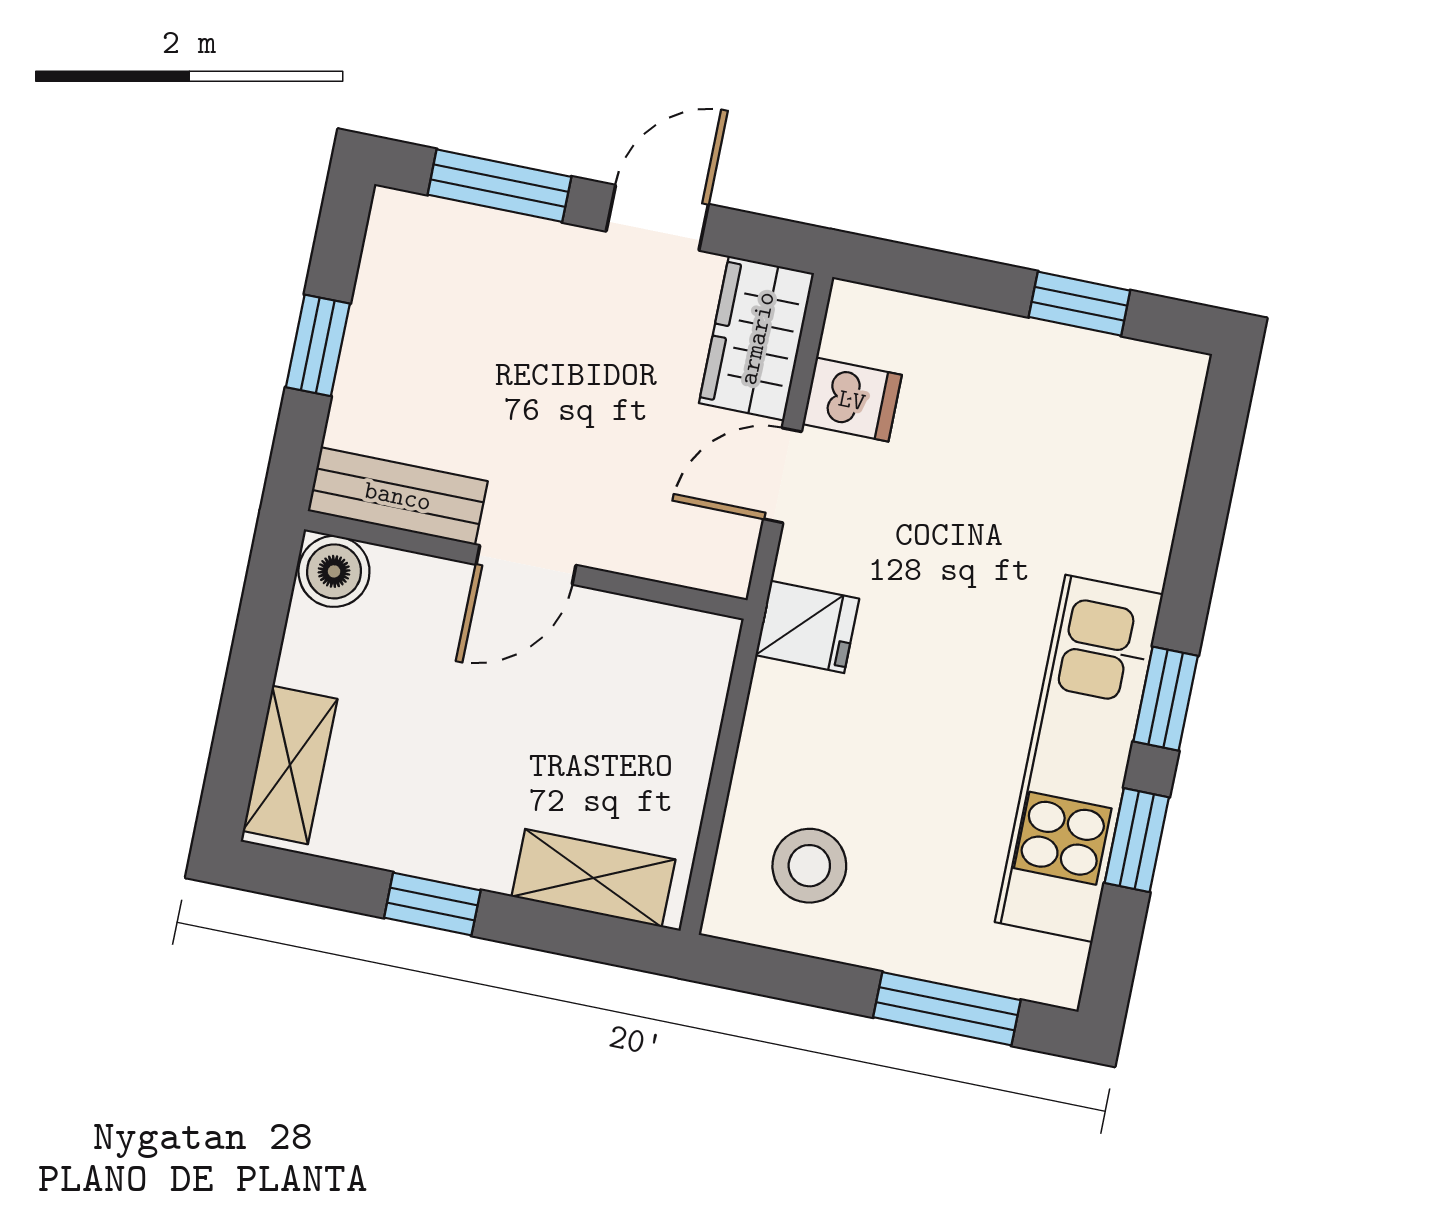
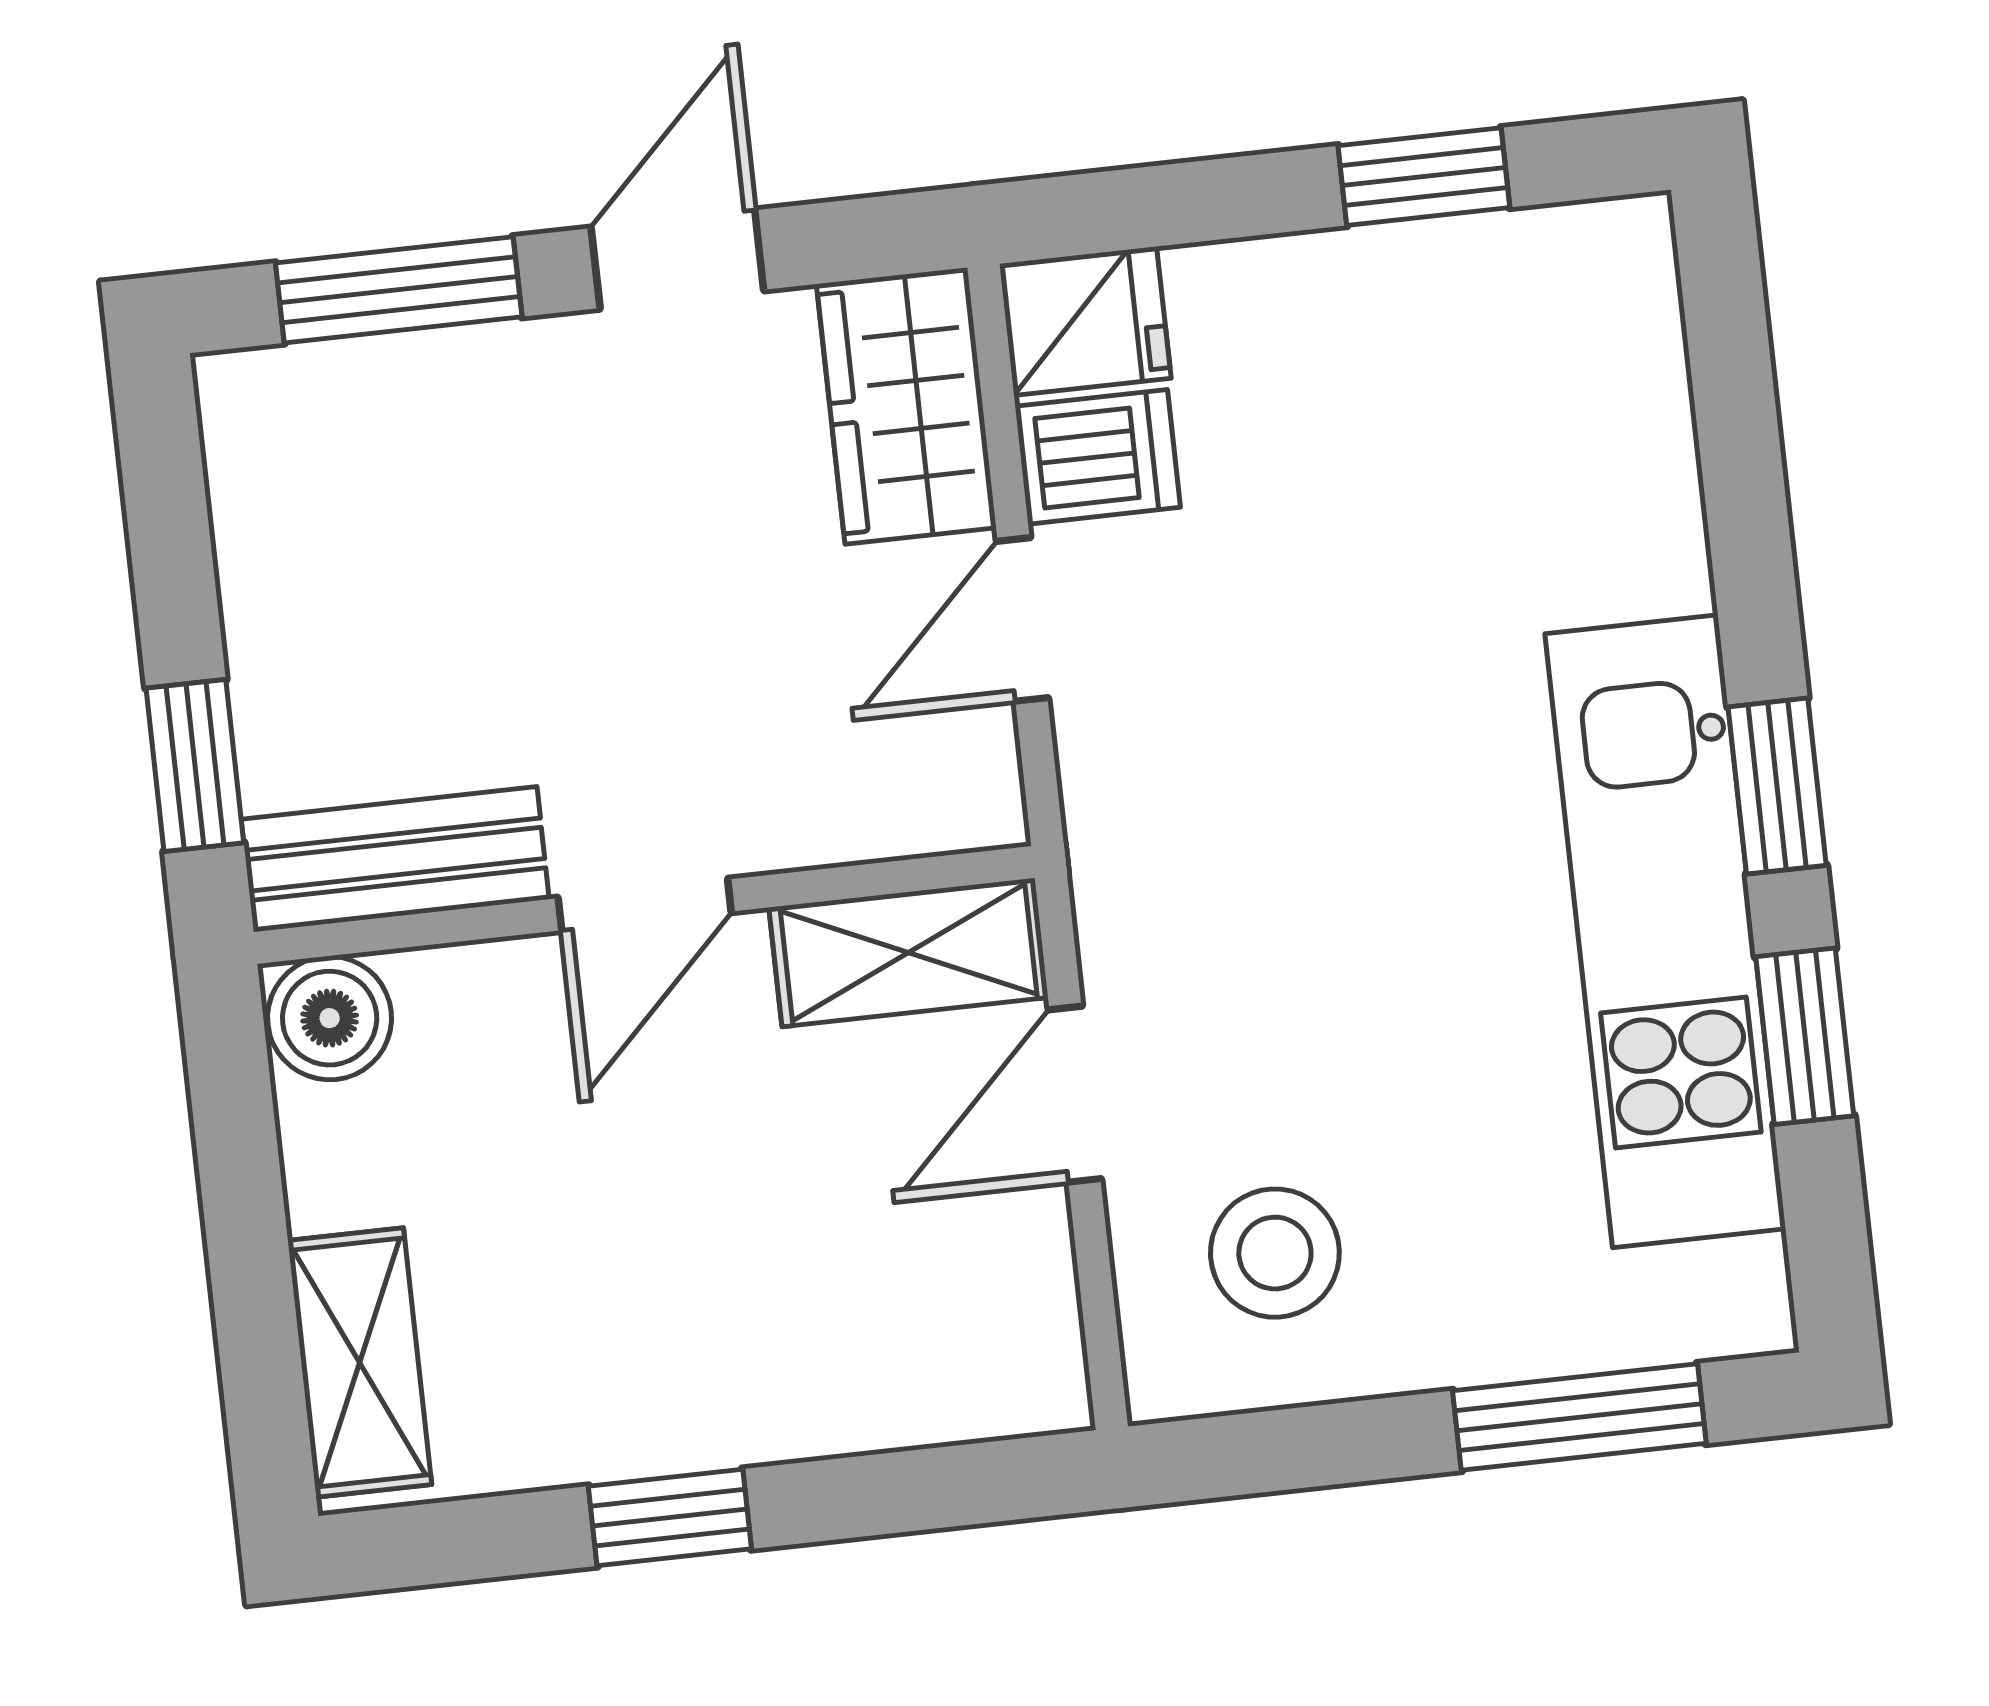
window: (318, 345) -> (195, 765), moved
fridge: (807, 627) -> (1085, 321), moved
door: (728, 744) -> (1075, 1094), added
shelving: (593, 878) -> (909, 952), moved

